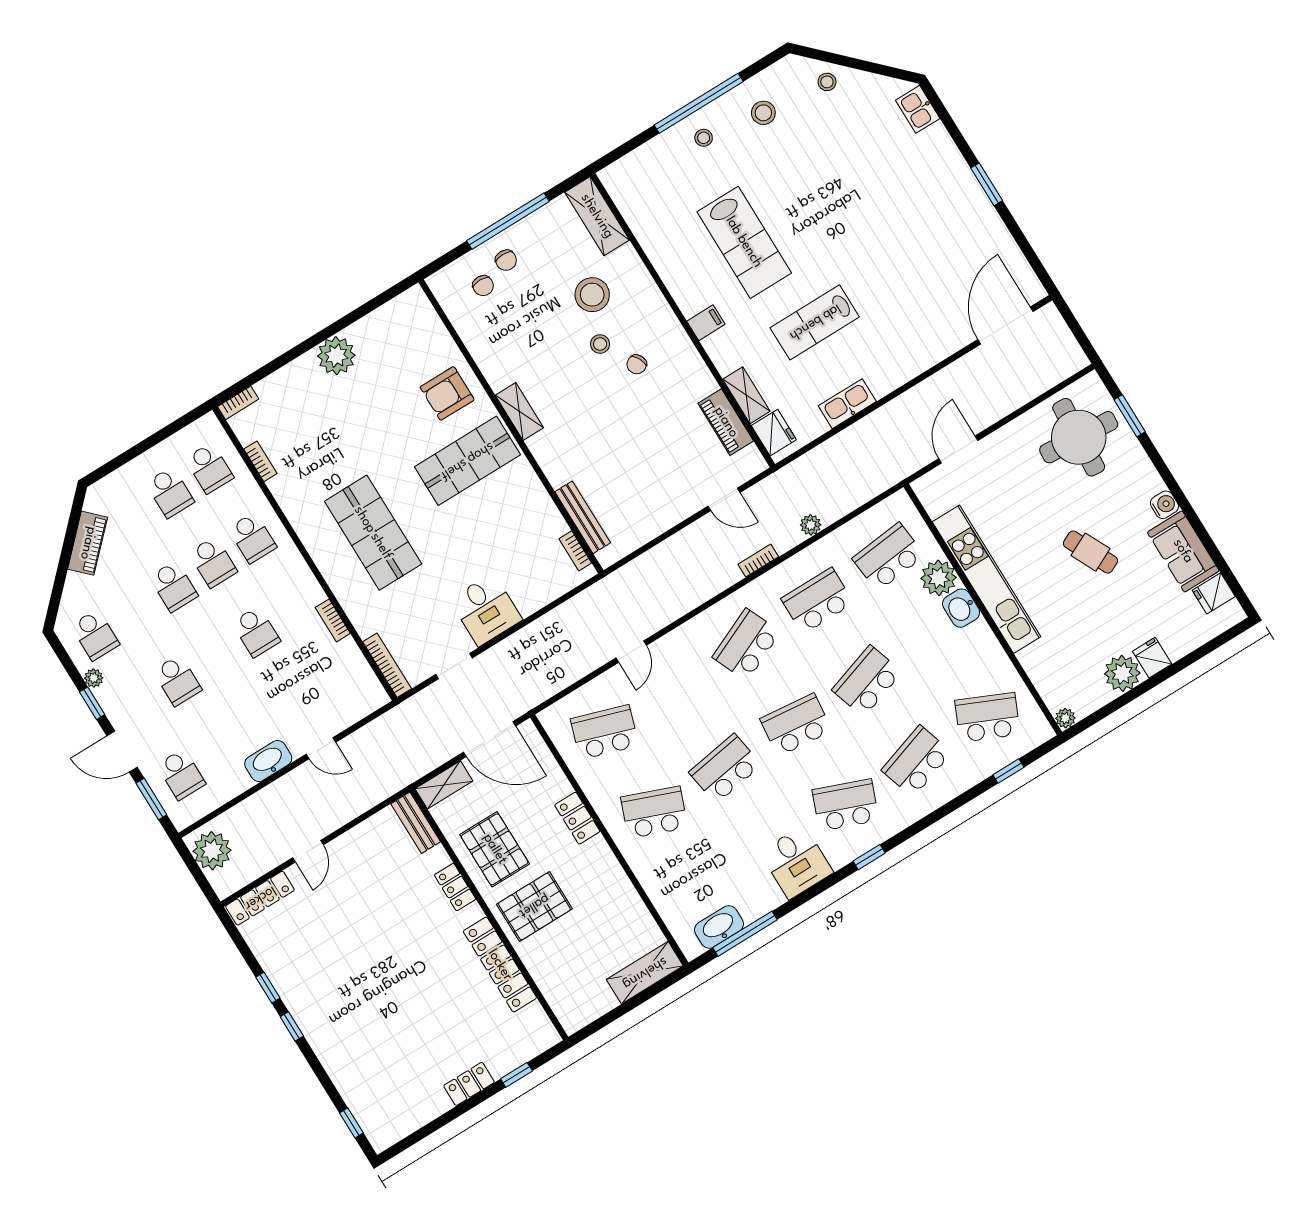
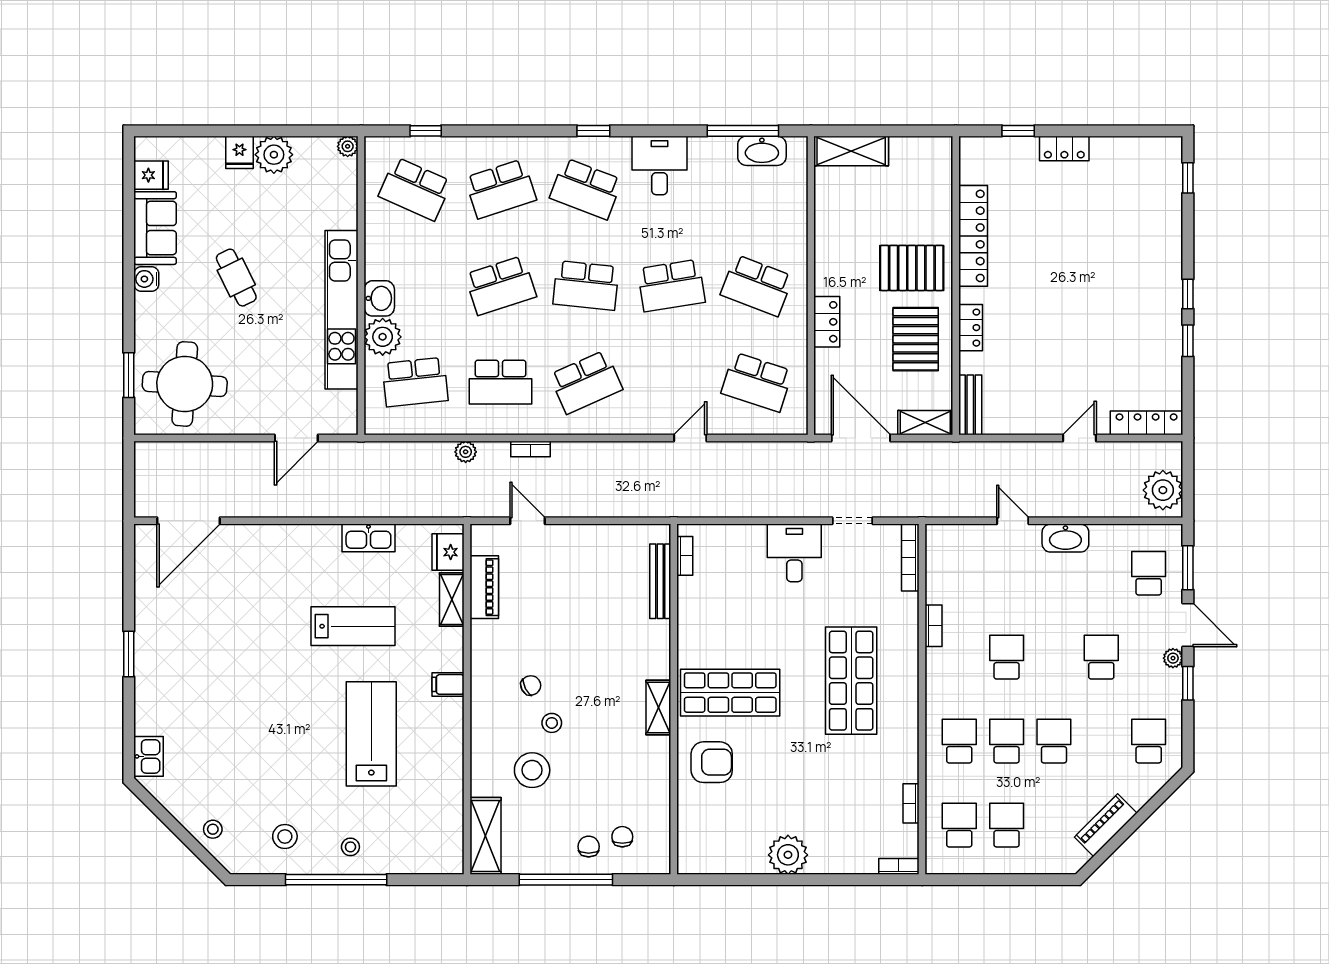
plant: (94, 678) -> (1173, 658), moved

